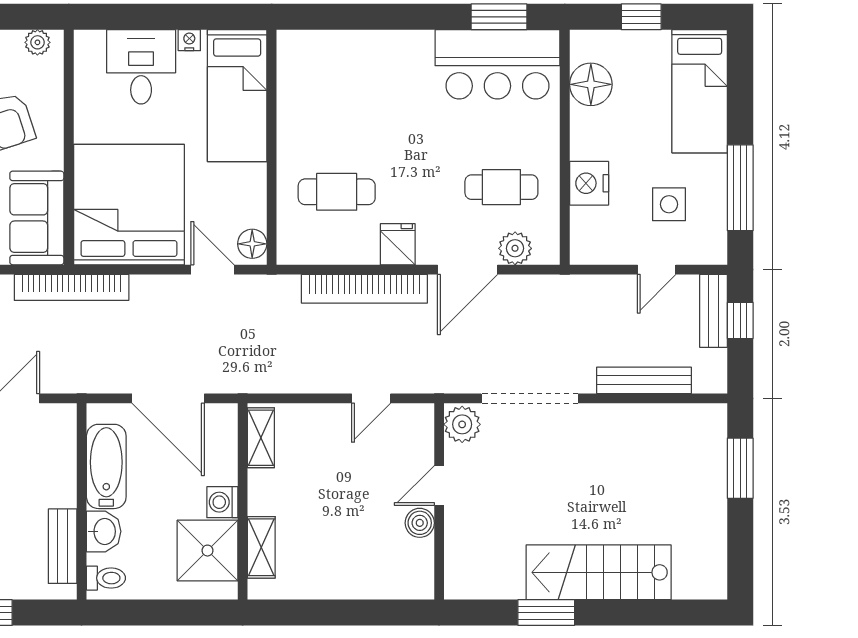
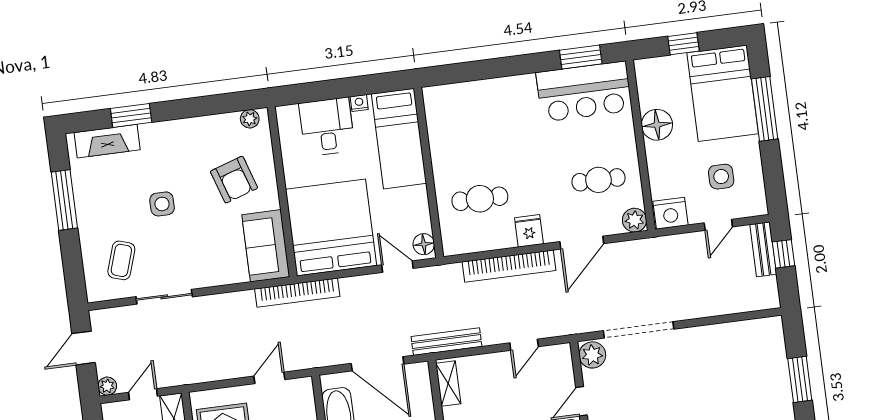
floor lamp: (591, 84) -> (657, 125), moved
bed: (700, 91) -> (723, 93), width x1.50
nightstand: (589, 183) -> (670, 213), moved, turned -90
window: (740, 188) -> (765, 109), moved
plant: (515, 248) -> (635, 220), moved
bench: (644, 380) -> (446, 342), moved
window: (740, 468) -> (800, 379), moved

